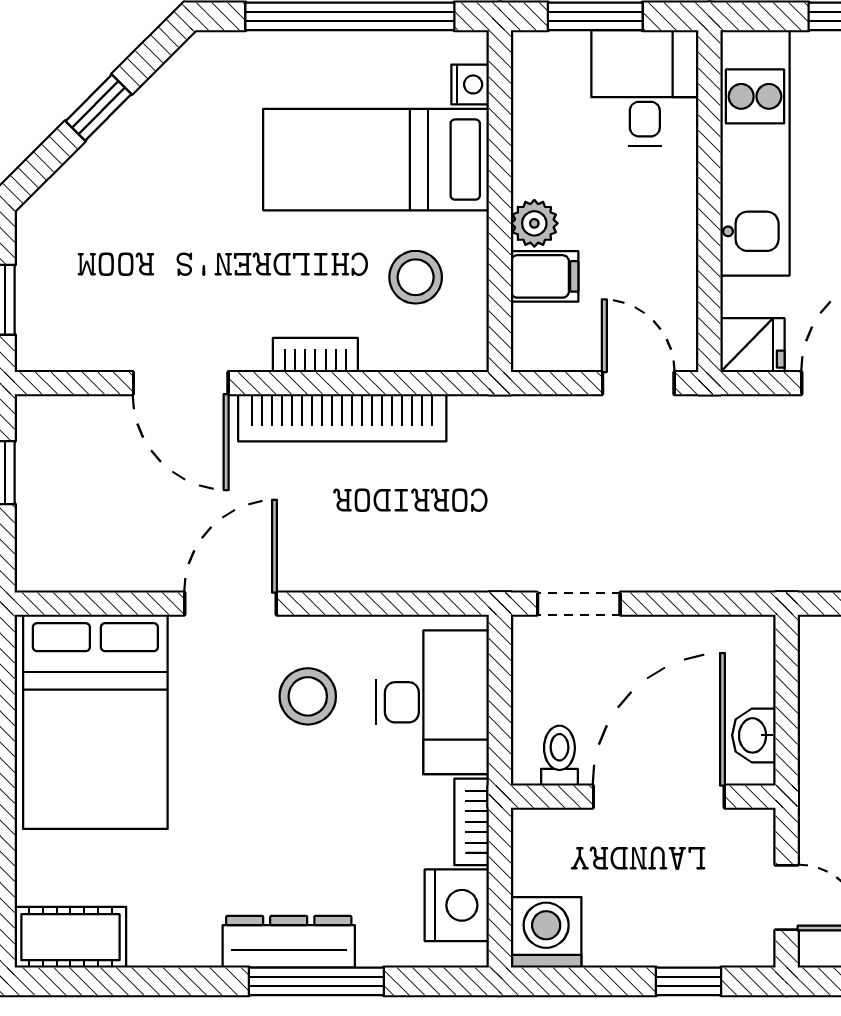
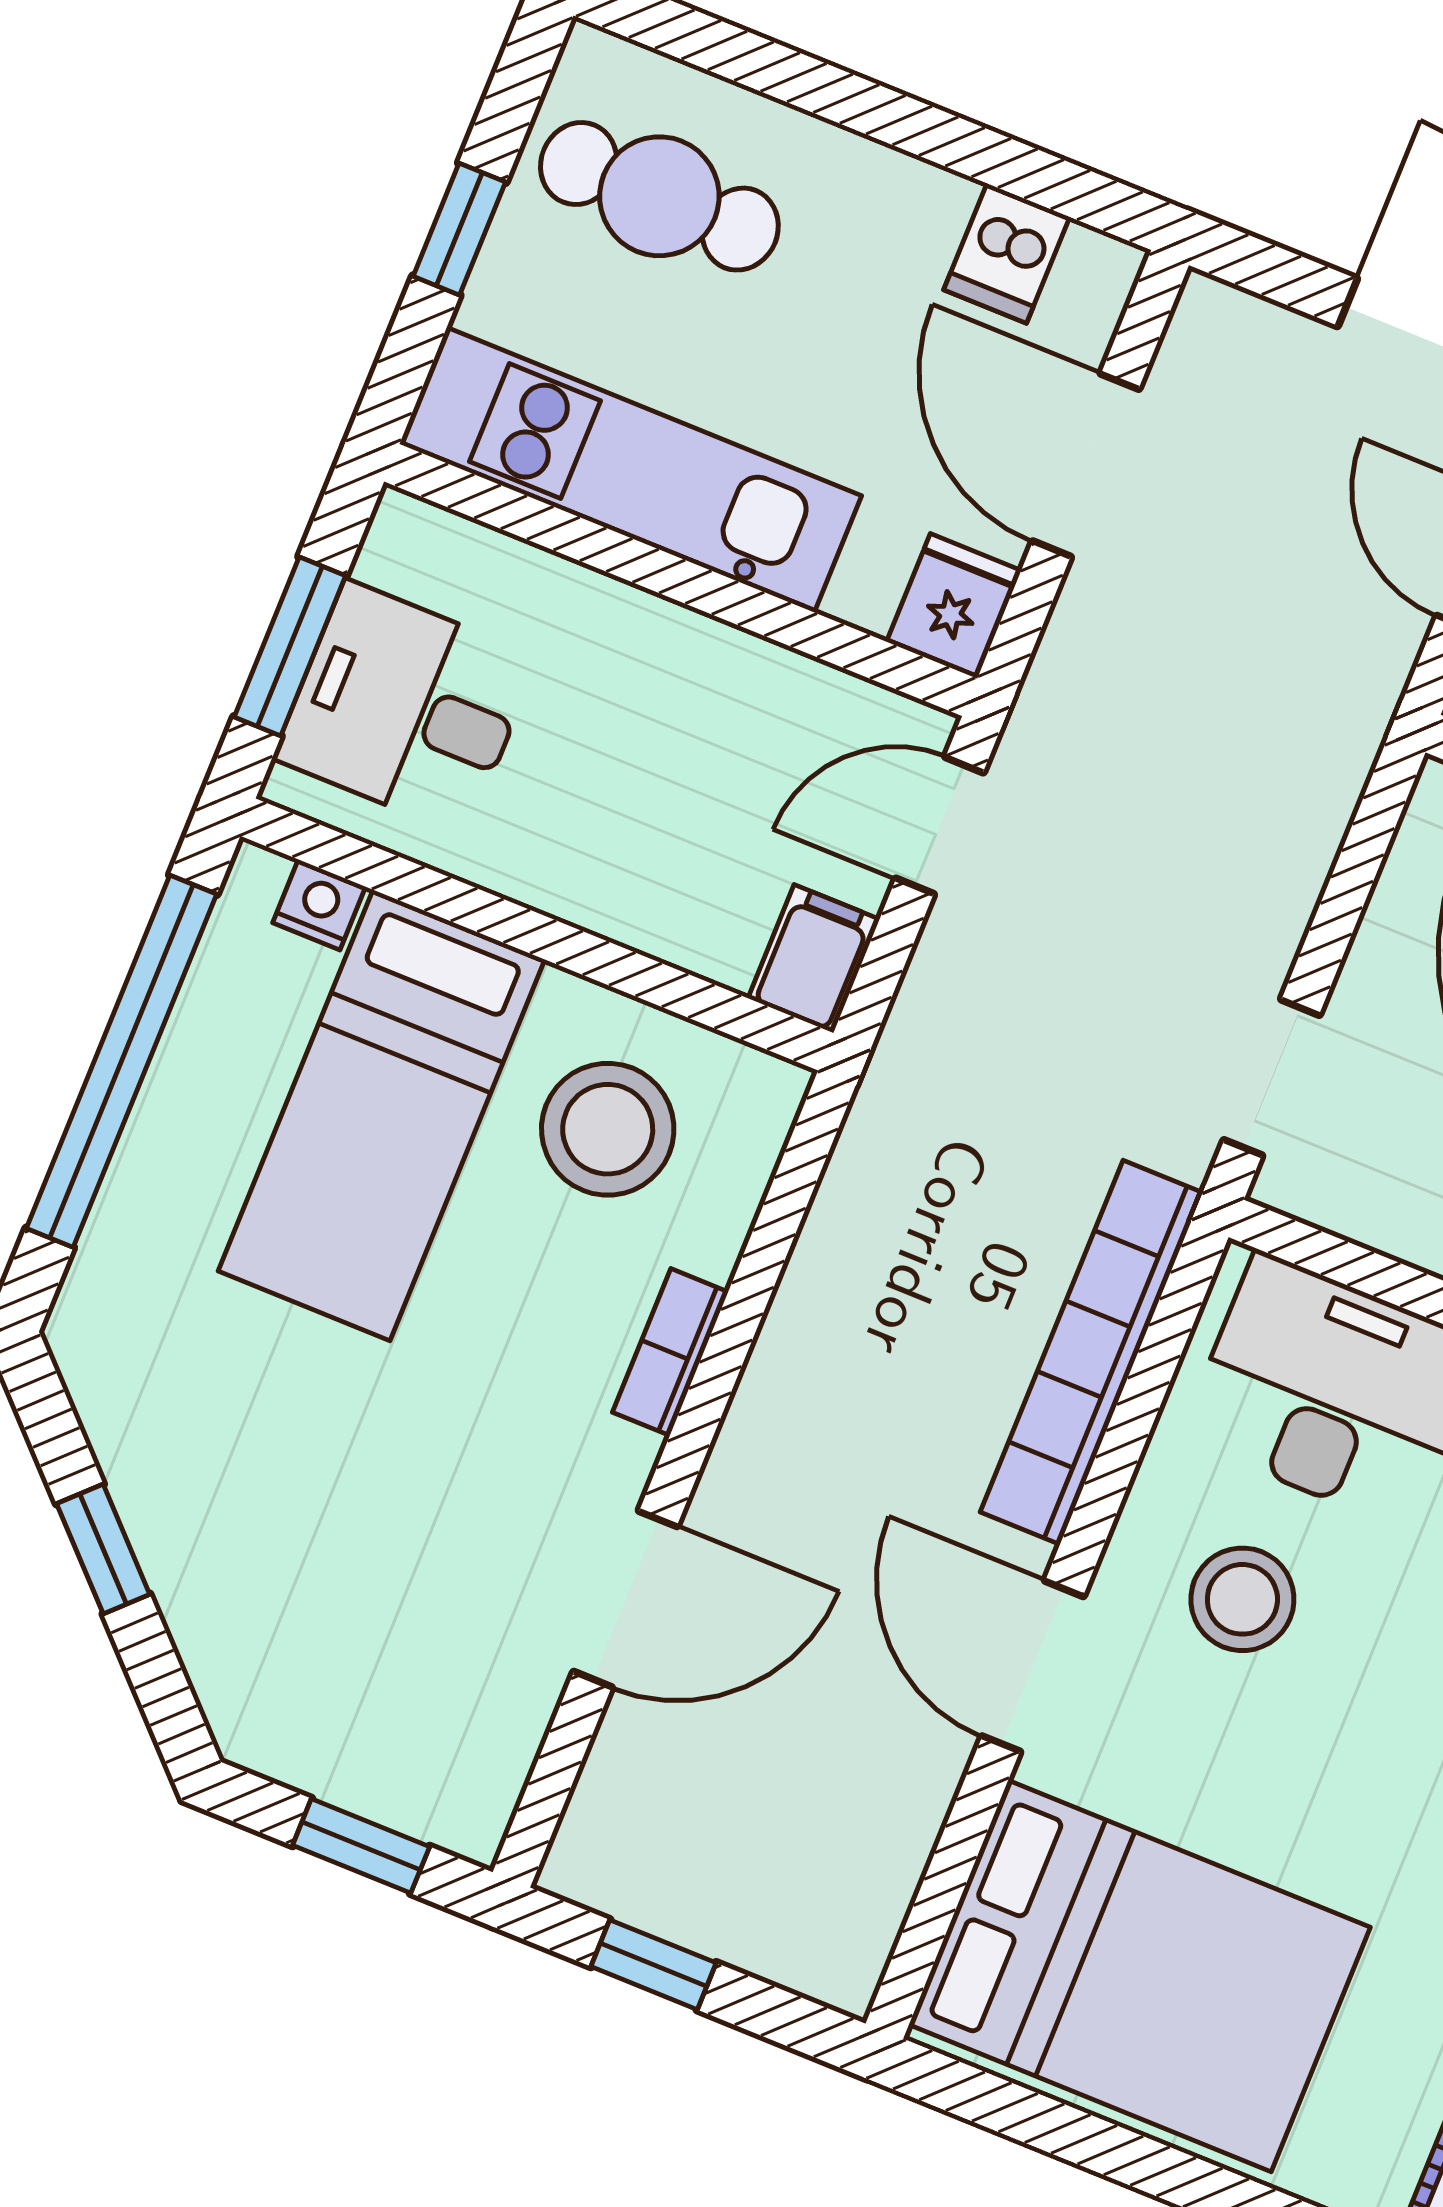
desk: (645, 88) -> (406, 708), moved
plant: (534, 223) -> (598, 892), removed
filing cabinet: (545, 276) -> (814, 959), moved
stool: (416, 277) -> (608, 1129), width x1.38, depth x1.38
bookcase: (342, 418) -> (1092, 1352), moved, turned 180

